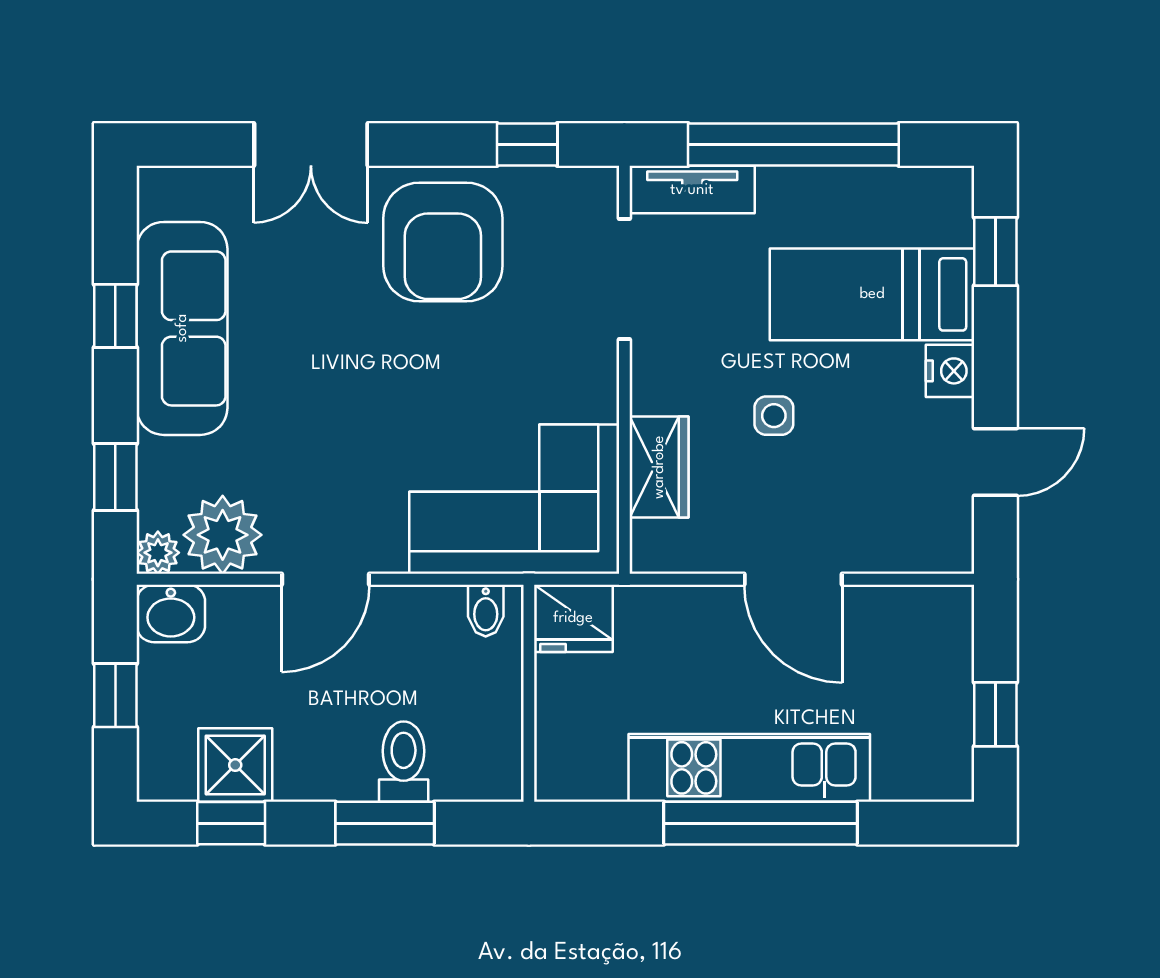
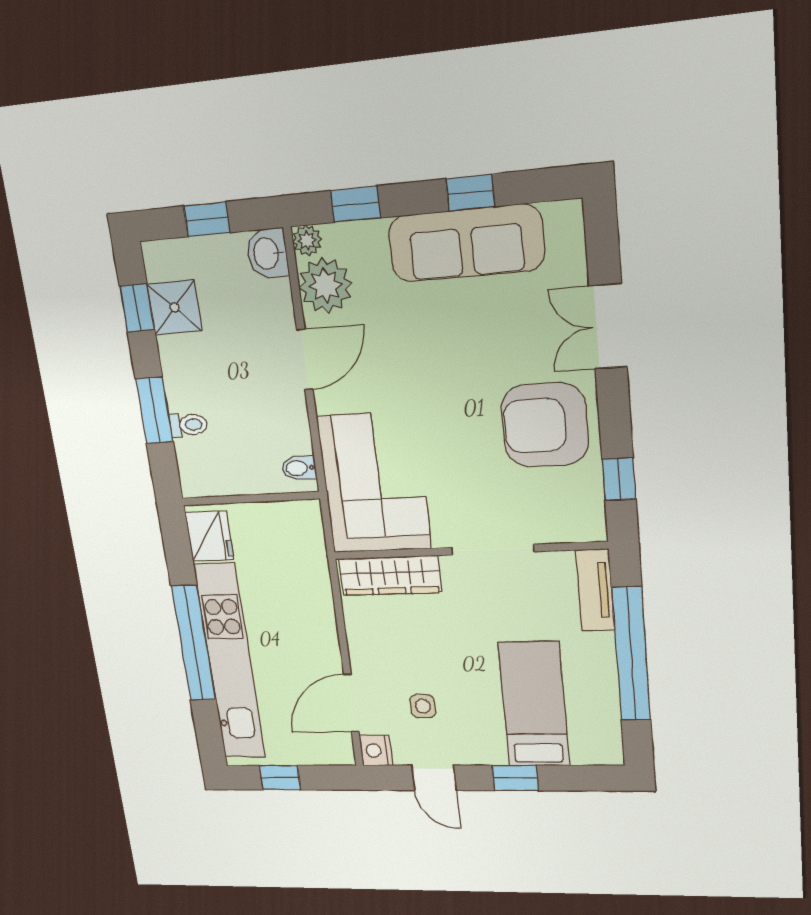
window: (995, 252) -> (515, 778), moved
doorway: (624, 279) -> (493, 550), moved
nightstand: (950, 371) -> (376, 751), moved, turned 90
side table: (774, 416) -> (423, 706), moved
wardrobe: (659, 467) -> (390, 576), width x1.50
door: (326, 579) -> (305, 360), swing flipped
door: (793, 579) -> (351, 703), moved
fridge: (573, 618) -> (209, 536), moved, turned 180
toilet: (404, 762) -> (188, 425), width x0.73, depth x0.72
kitchen unit: (749, 768) -> (230, 662), width x1.36

